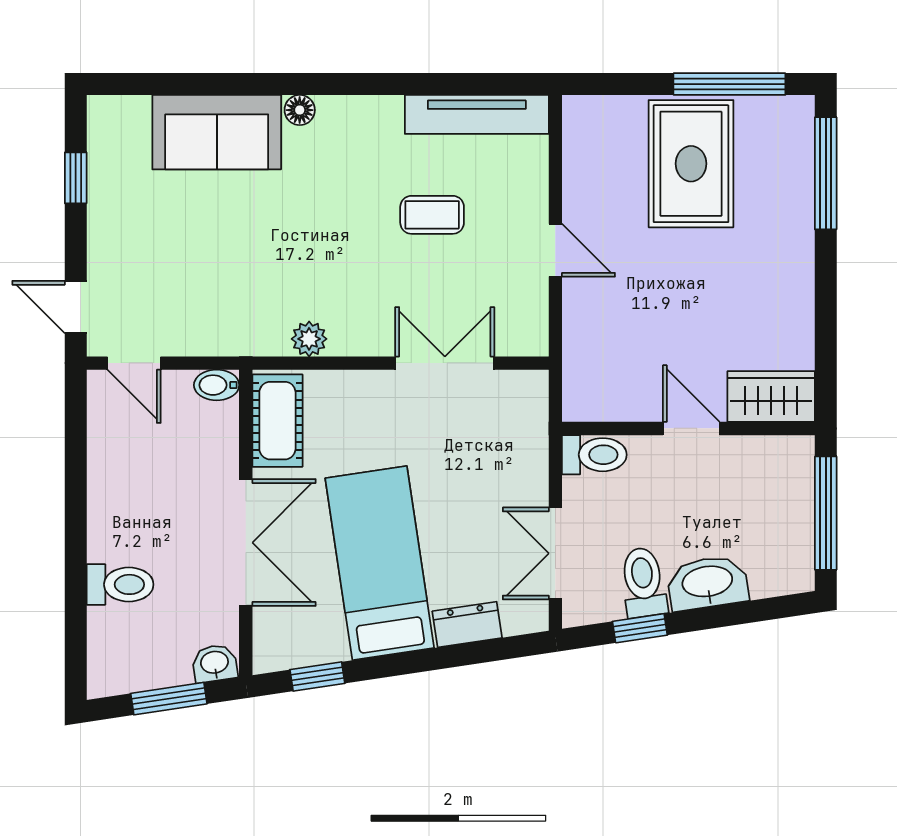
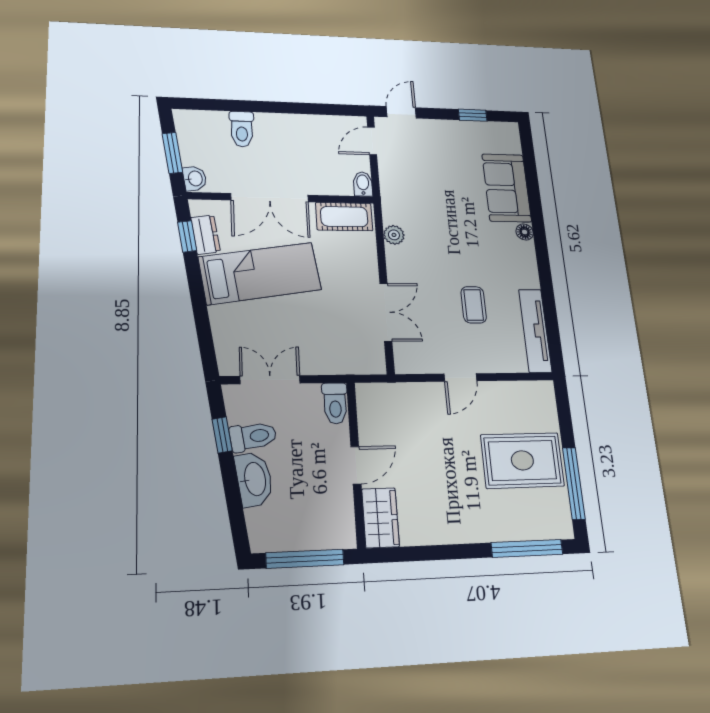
dresser: (467, 624) -> (206, 235), moved

